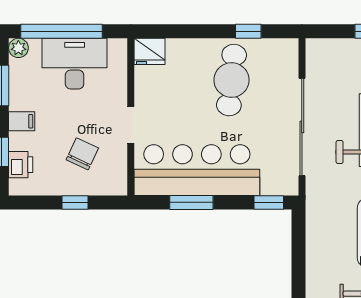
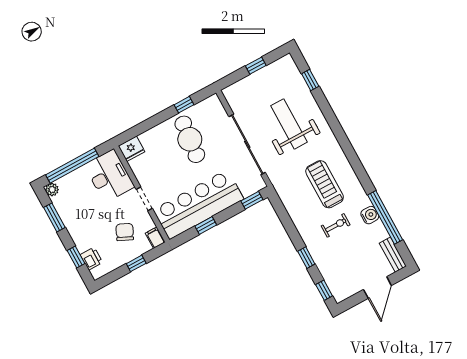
desk: (75, 64) -> (109, 176), moved, turned 90
filing cabinet: (22, 121) -> (155, 238), moved, turned -90
window: (191, 202) -> (206, 226), width x0.67

